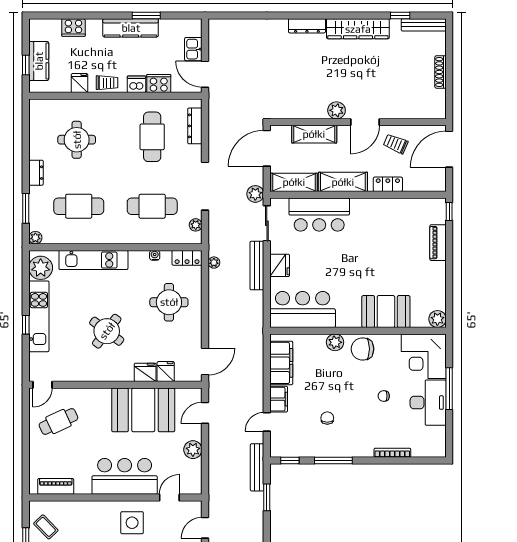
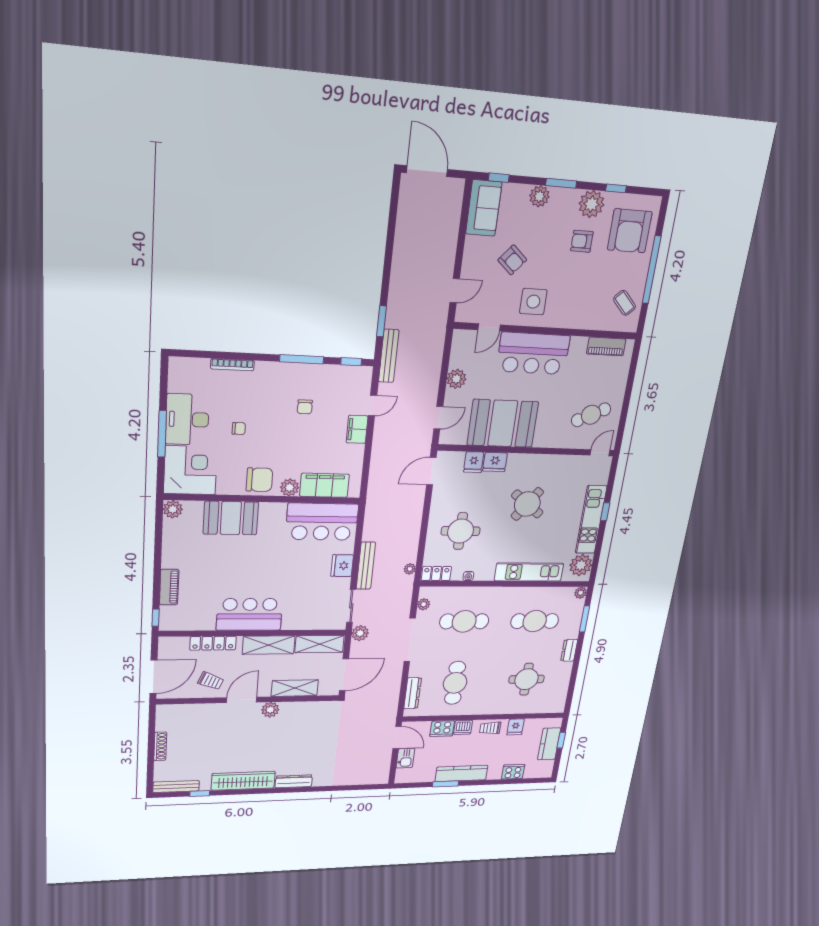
locker: (388, 184) -> (213, 643), width x1.53
bar counter: (319, 215) -> (249, 614), moved
filing cabinet: (281, 363) -> (324, 485), moved, turned 90

